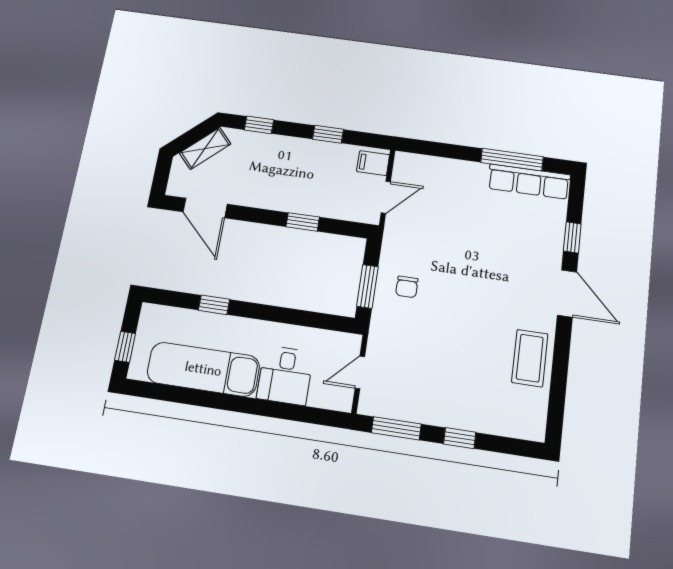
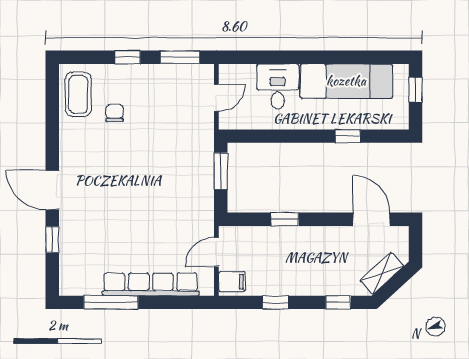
row of seats: (529, 182) -> (151, 284), moved, width x1.36
chair: (407, 287) -> (115, 113), moved
coffee table: (530, 358) -> (78, 94), moved

